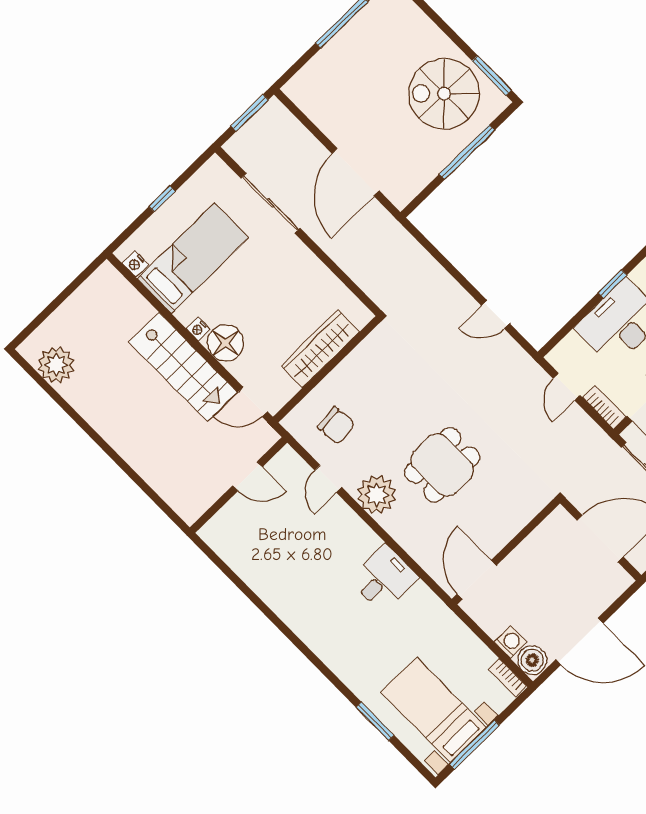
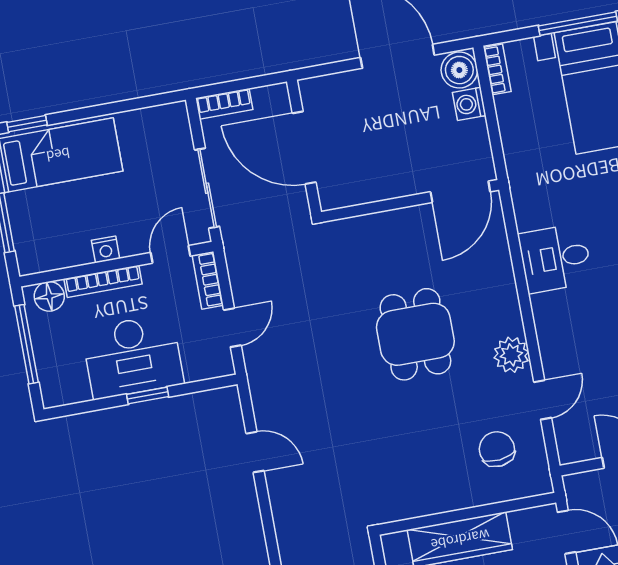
window: (612, 284) -> (148, 396), moved
dining table: (442, 465) -> (415, 334), turned 90
plant: (377, 495) -> (511, 355), width x0.73, depth x0.73

